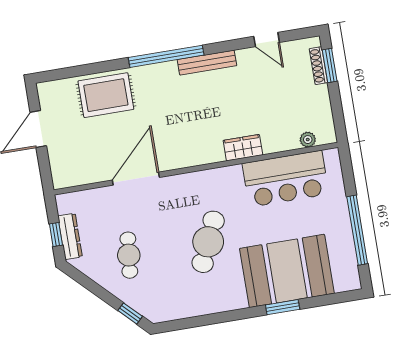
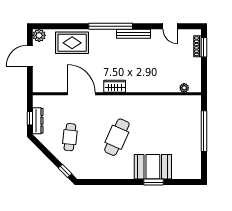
plant: (48, 92) -> (39, 35), added
wardrobe: (243, 148) -> (115, 86), moved
door: (136, 179) -> (81, 94), hinge flipped
bar counter: (286, 179) -> (168, 108), removed
window: (357, 230) -> (204, 131), moved
booth: (287, 271) -> (153, 167), width x0.73, depth x0.70

